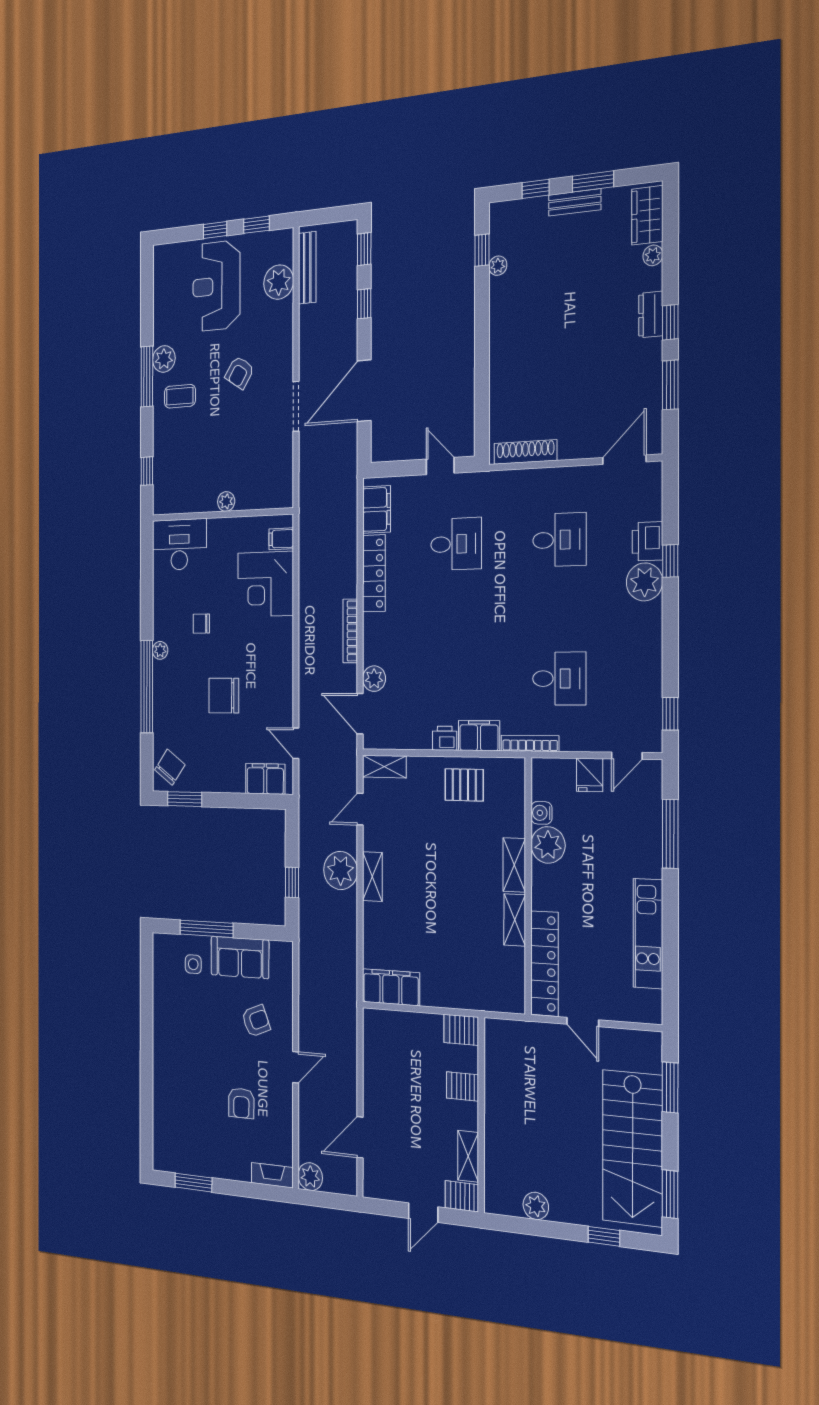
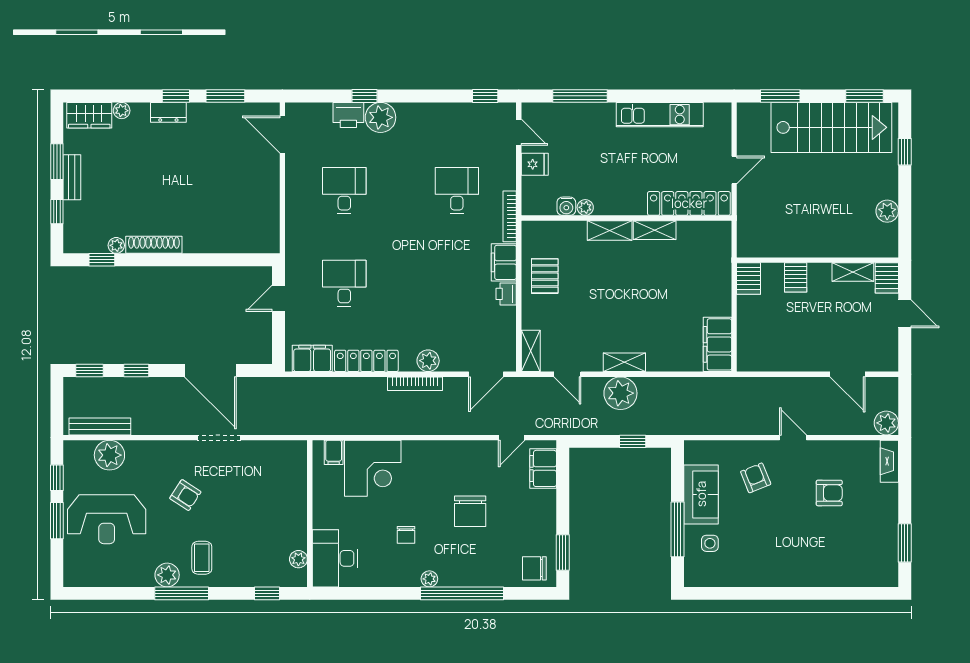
window: (215, 230) -> (57, 521), width x1.50
shoe rack: (525, 452) -> (154, 245), moved, turned 90
plant: (226, 501) -> (298, 559), moved
plant: (374, 679) -> (428, 361), moved
chair: (170, 767) -> (534, 568), turned -36
plant: (548, 845) -> (585, 207), width x0.53, depth x0.53

